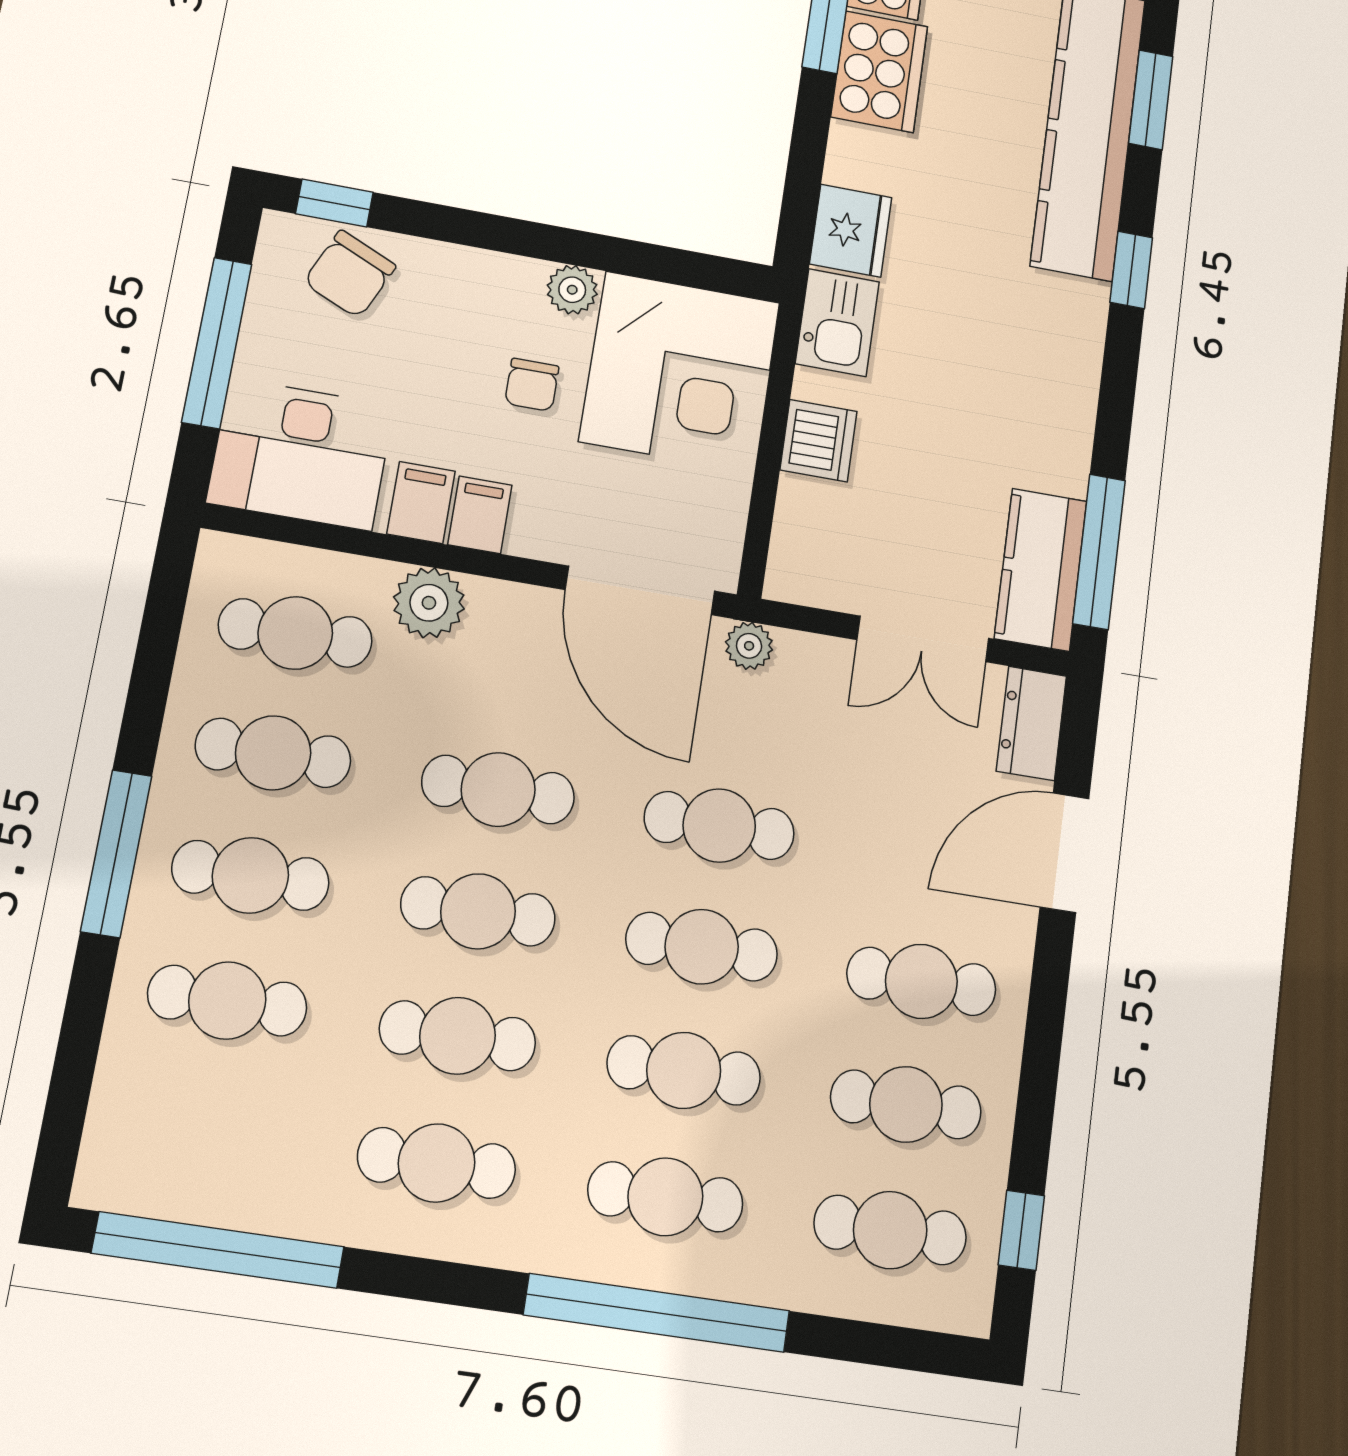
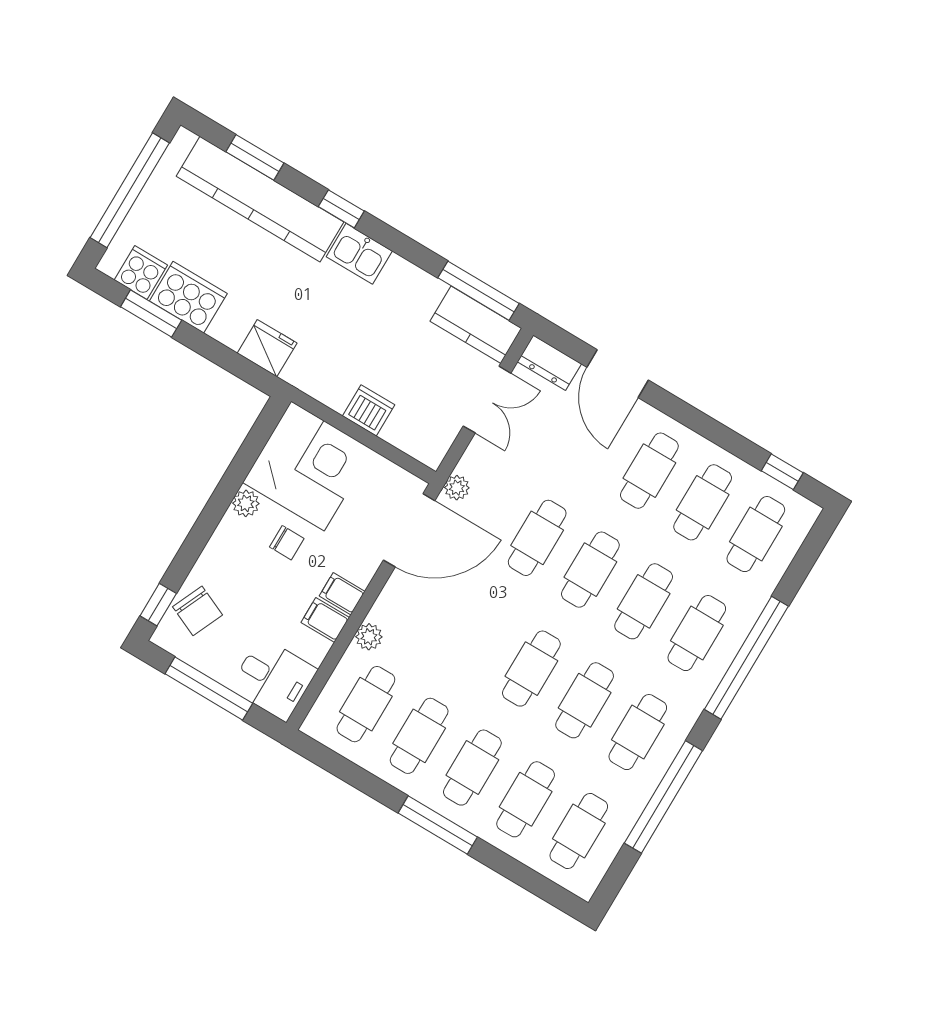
kitchen sink: (837, 323) -> (359, 254), moved, turned 180
desk: (301, 454) -> (273, 679), width x0.73
plant: (429, 603) -> (369, 637), width x0.73, depth x0.73
cafe table: (498, 789) -> (579, 831), moved
window: (218, 1250) -> (663, 797), moved

